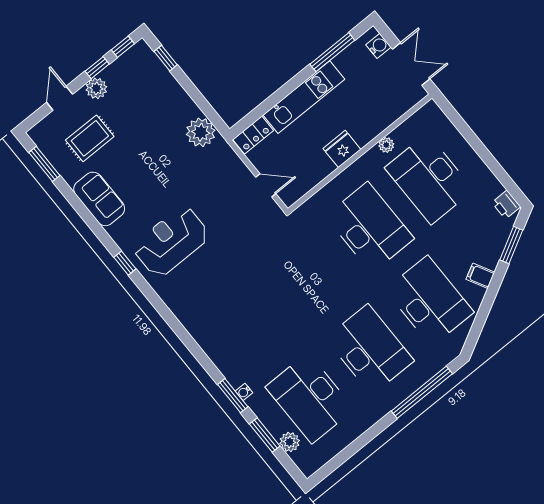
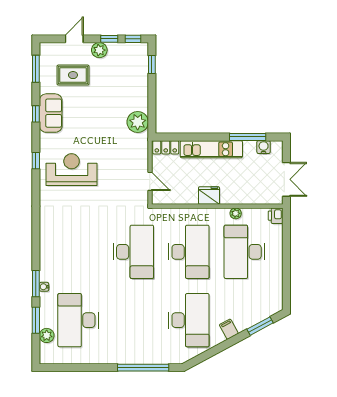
water cooler: (378, 46) -> (264, 147), moved, turned -90
printer: (506, 205) -> (276, 216), moved
window: (84, 213) -> (36, 114), added
desk: (370, 350) -> (133, 252), moved

